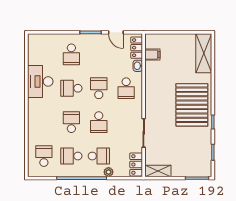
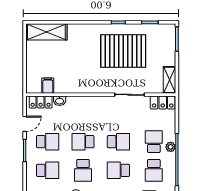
school desk: (126, 88) -> (48, 142), moved
pallet: (192, 105) -> (123, 51), moved
plant: (109, 172) -> (171, 147), moved

